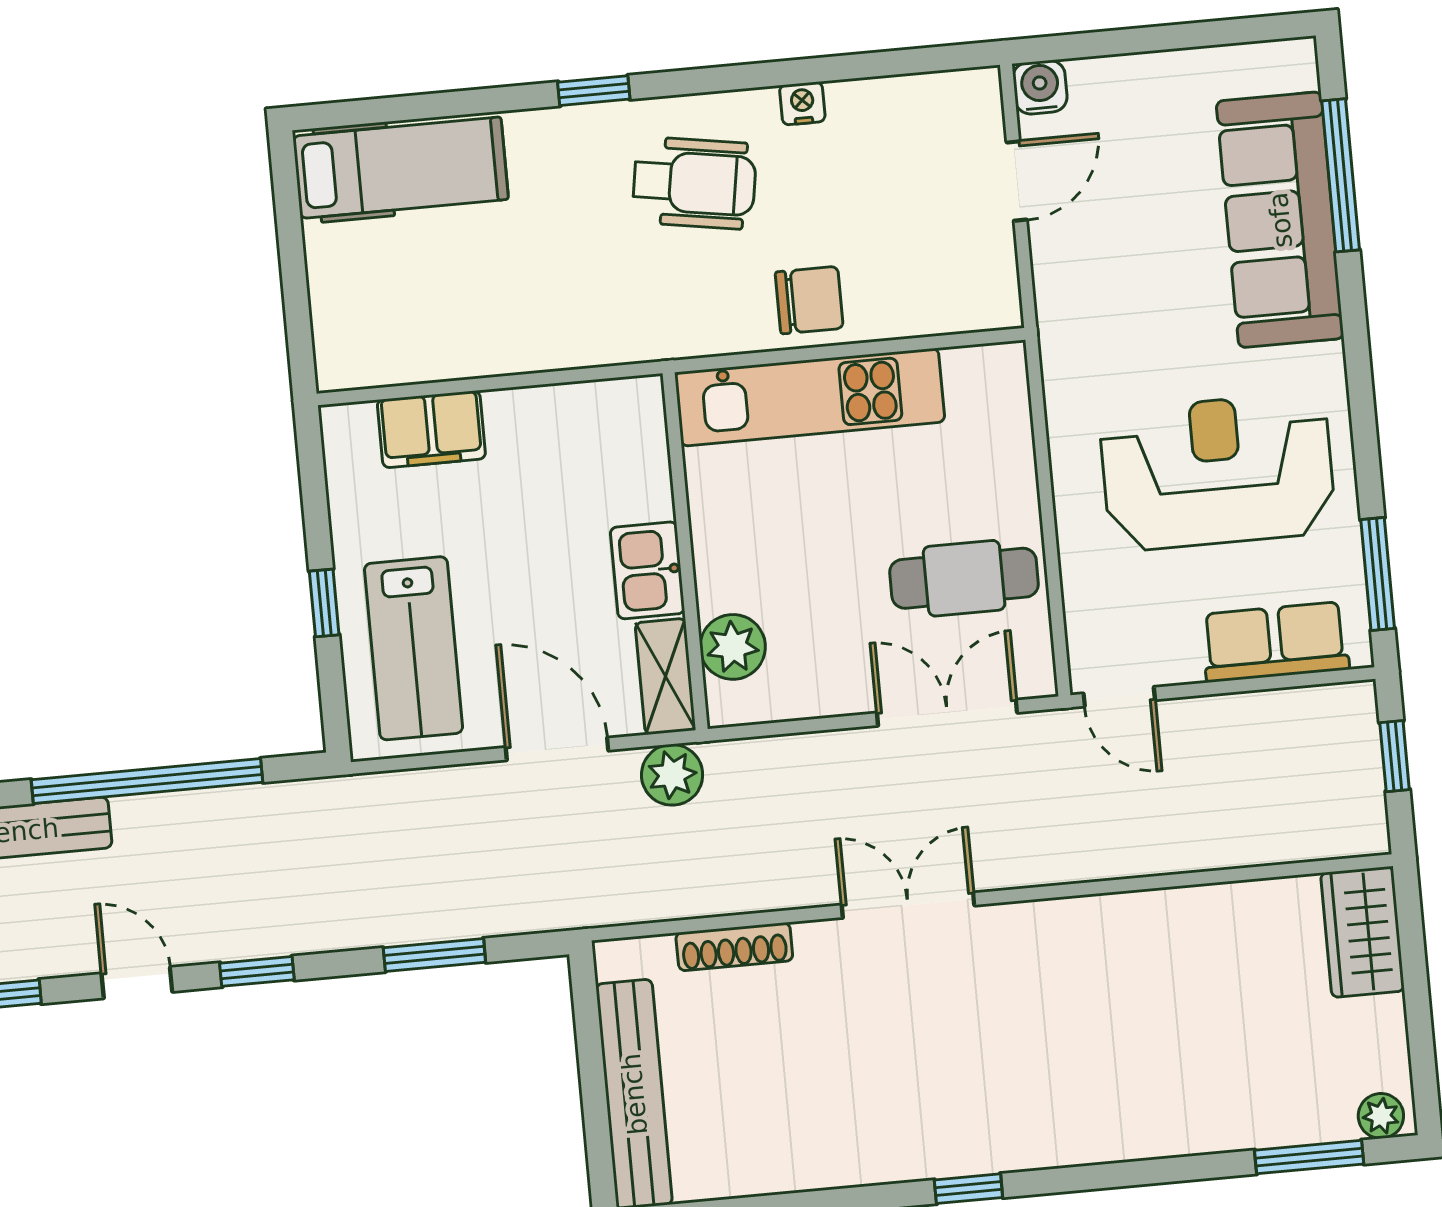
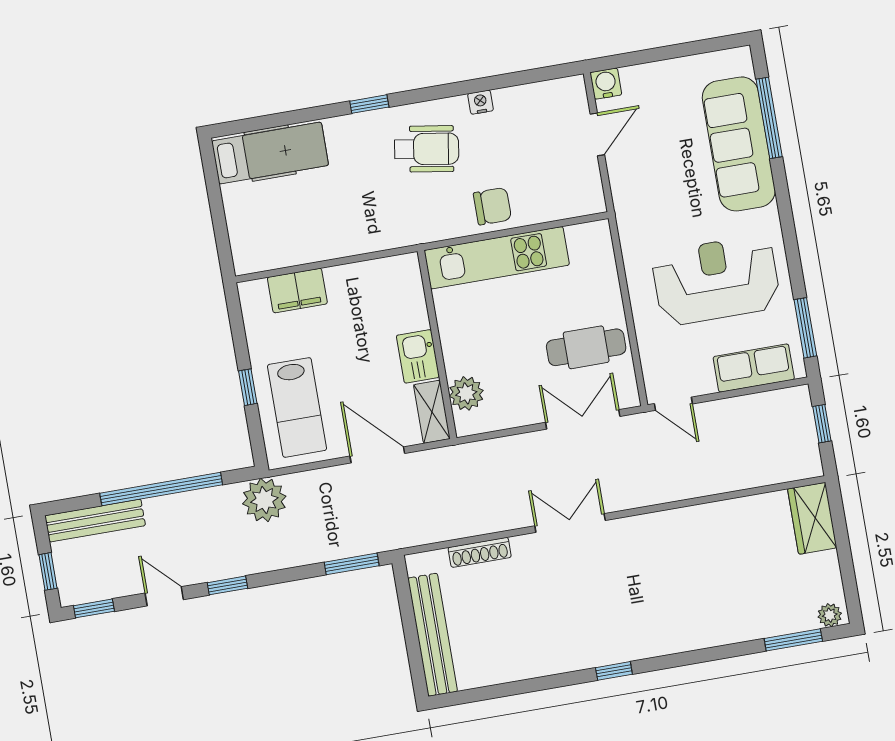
plant: (672, 775) -> (264, 500), moved, width x1.36, depth x1.36
window: (434, 955) -> (352, 564), moved

